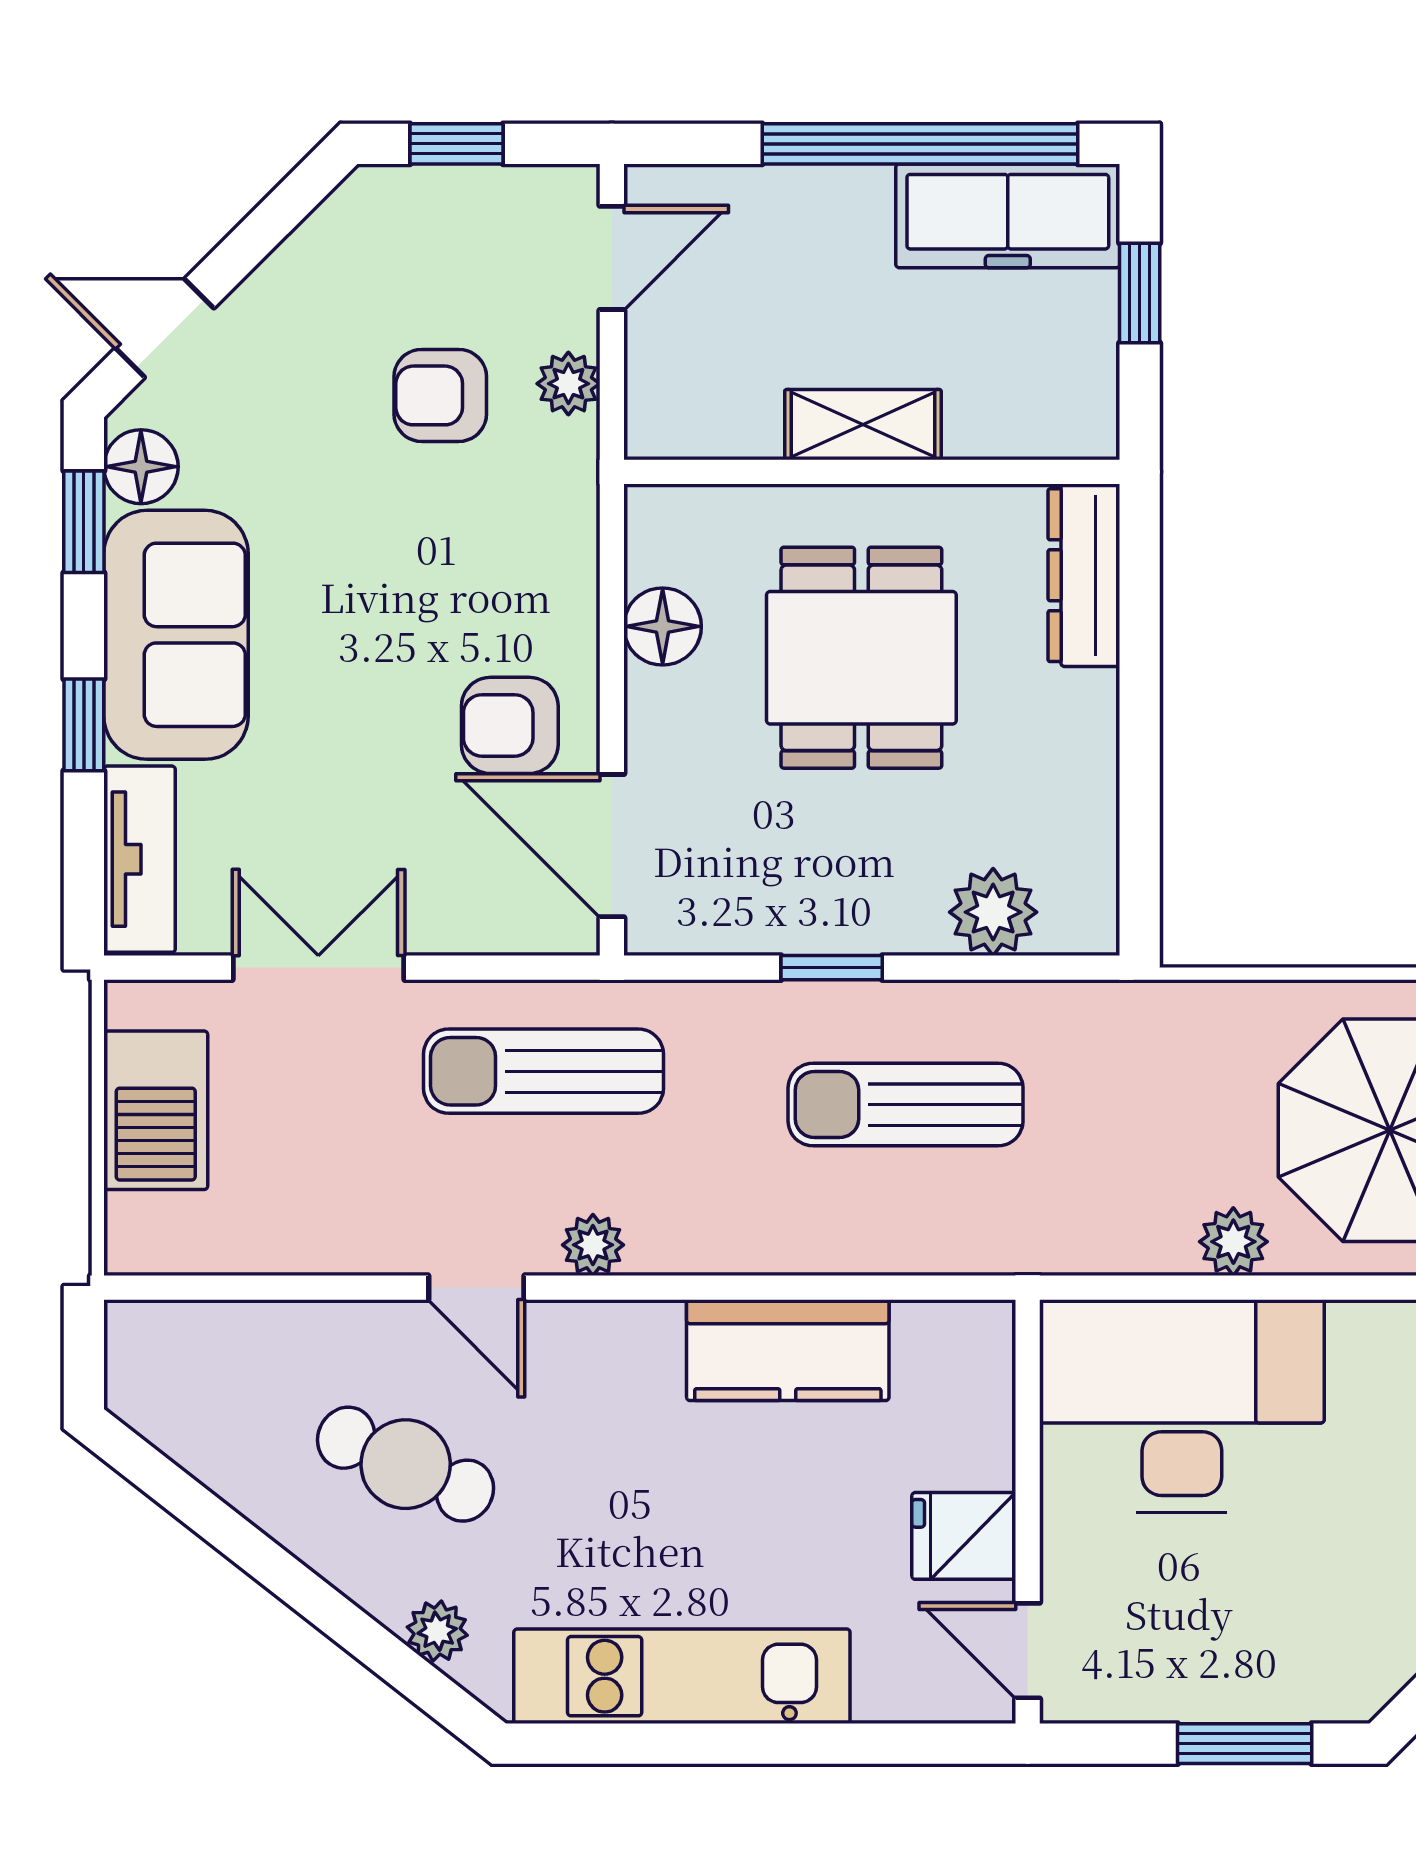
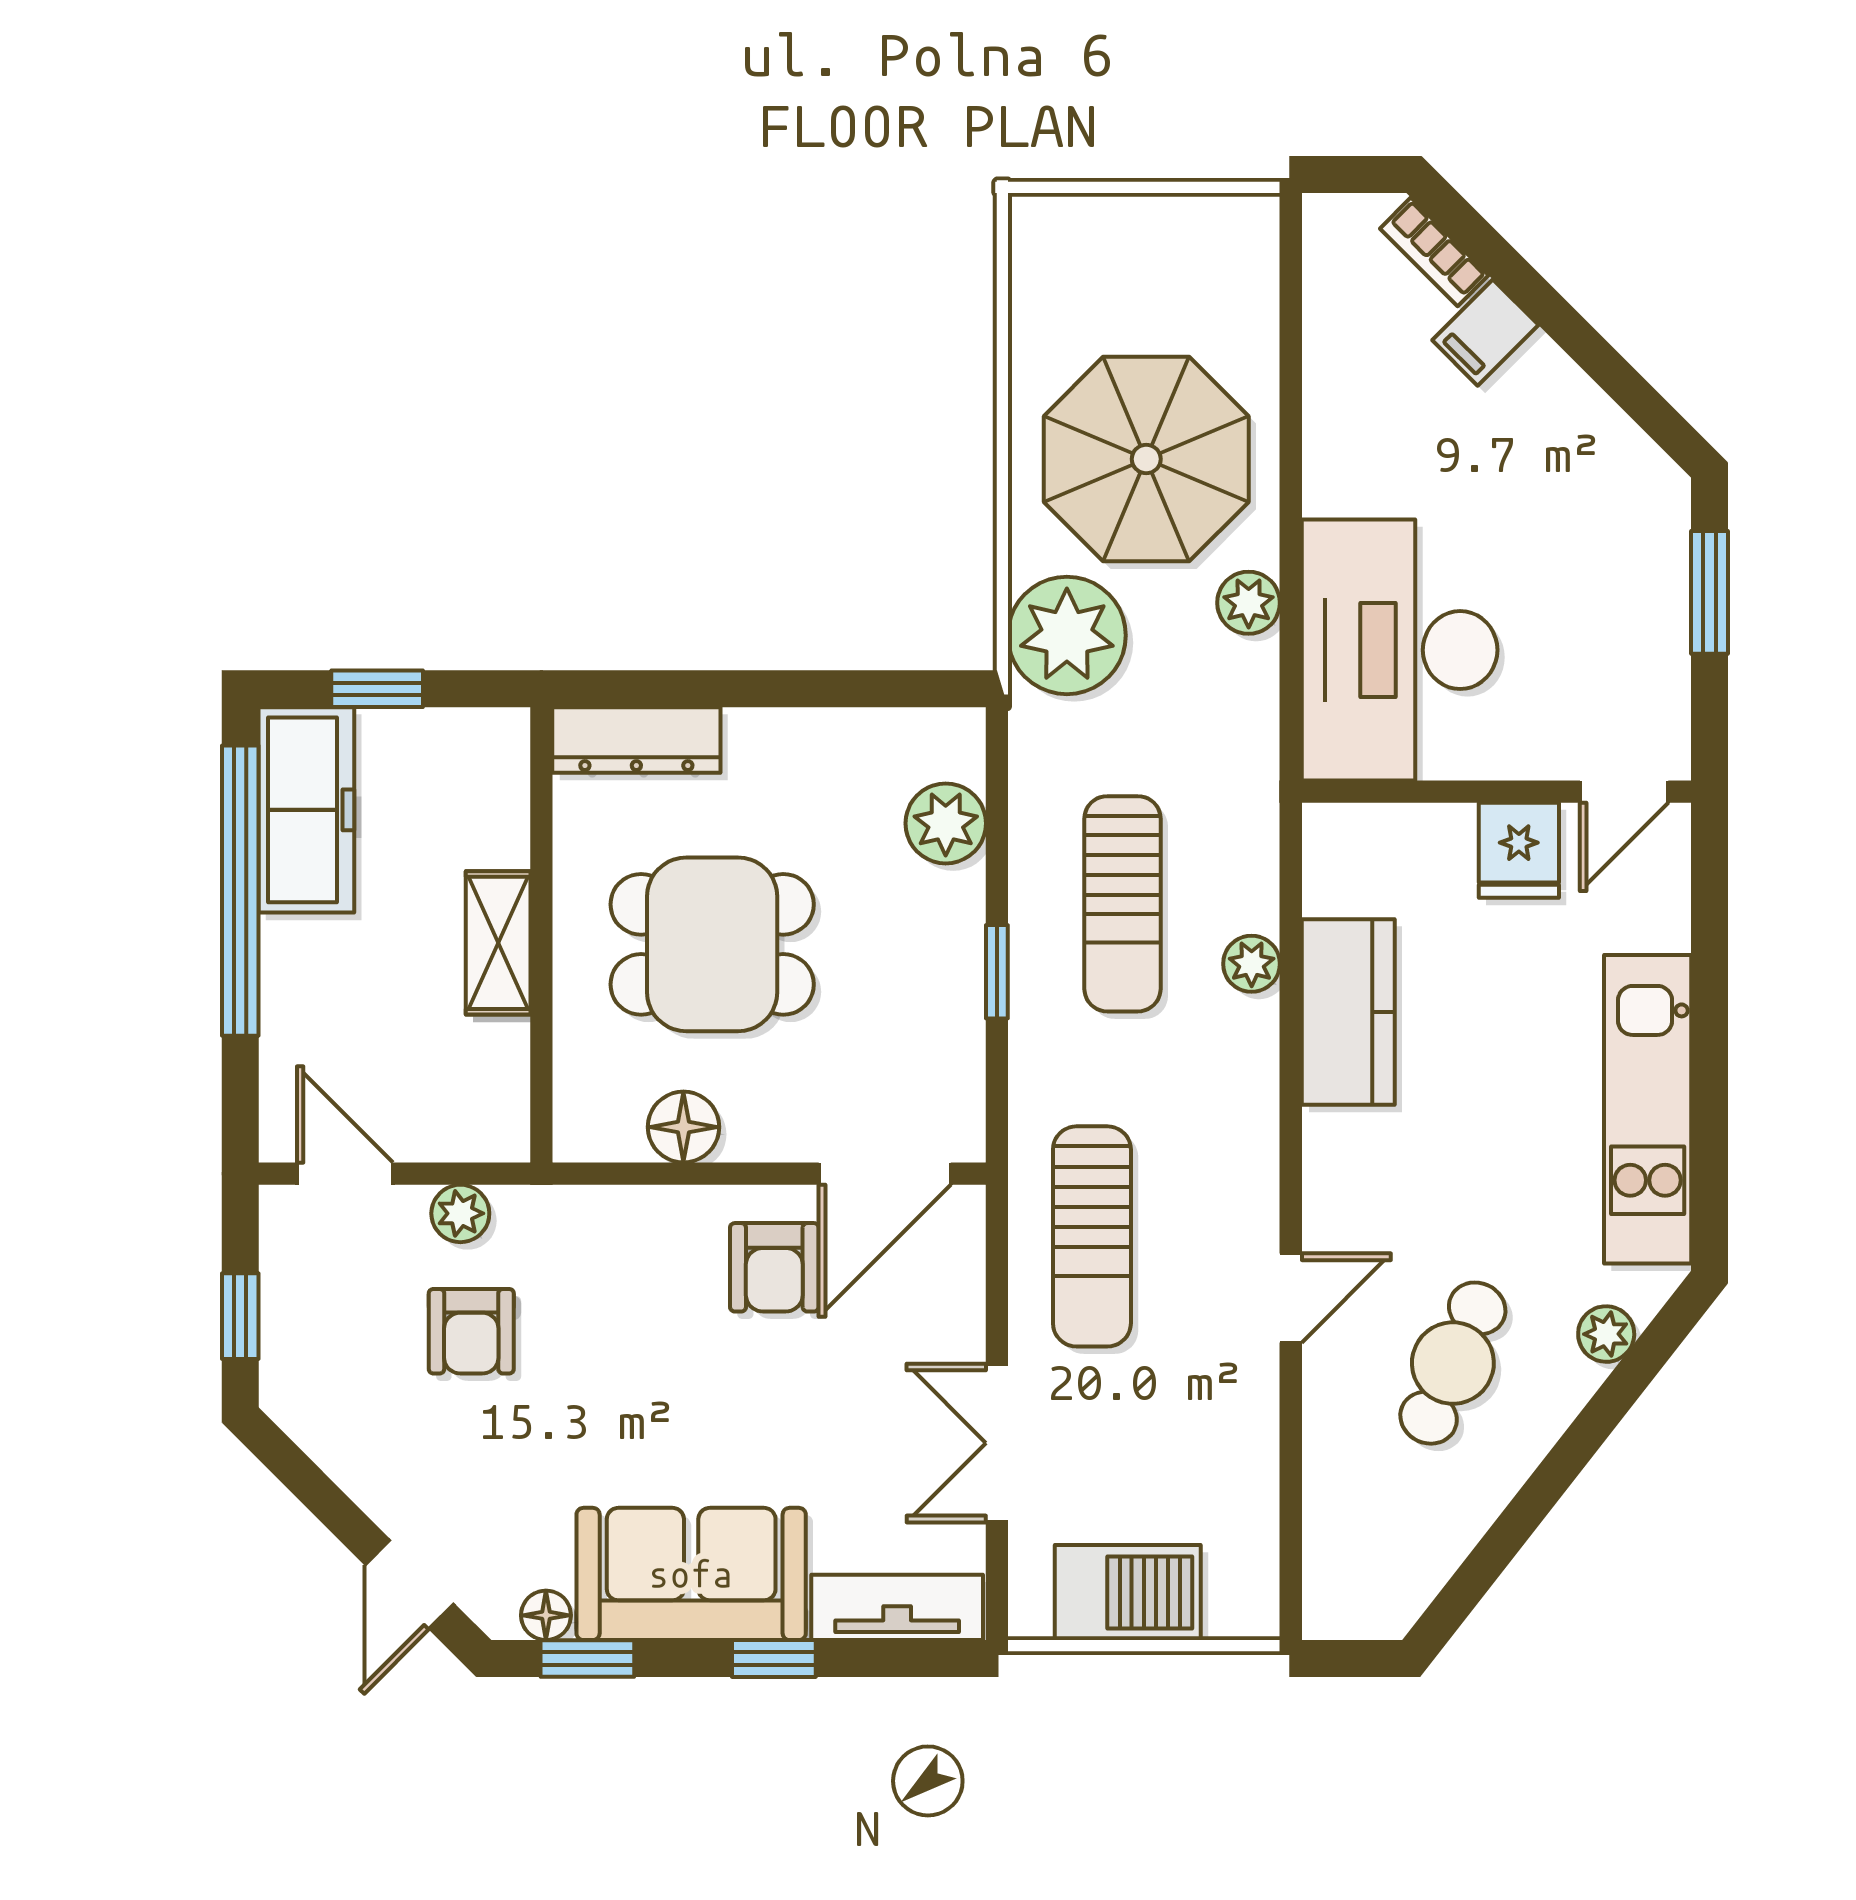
floor lamp: (141, 467) -> (546, 1615), width x0.73, depth x0.73
plant: (1198, 1044) -> (1067, 635), added
plant: (593, 1245) -> (1252, 964), moved

